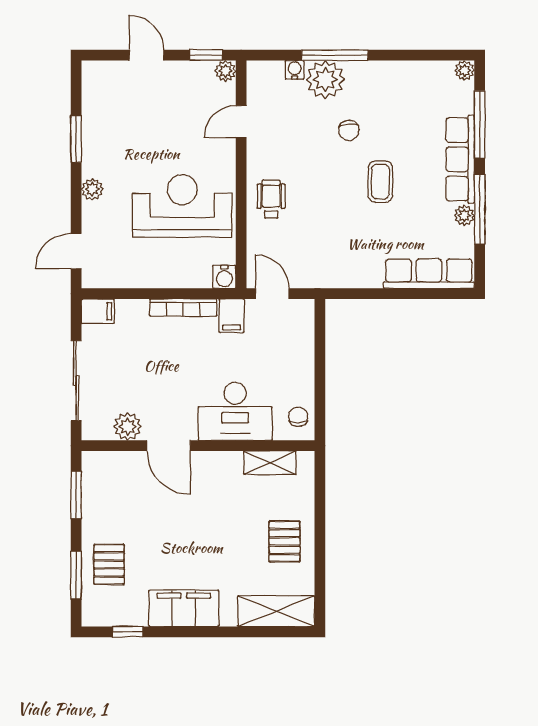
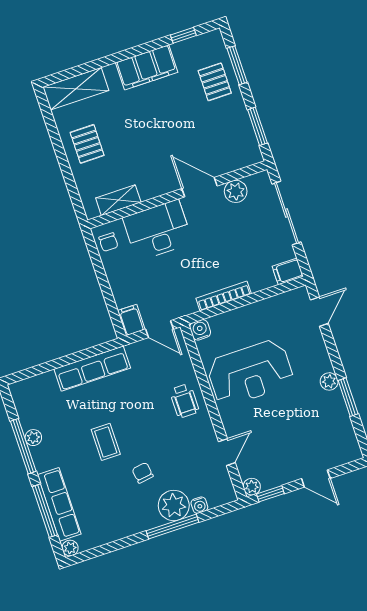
row of seats: (460, 159) -> (59, 504), moved
plant: (92, 189) -> (329, 381), moved
row of seats: (429, 274) -> (92, 369), moved
filing cabinet: (232, 316) -> (131, 320), moved

